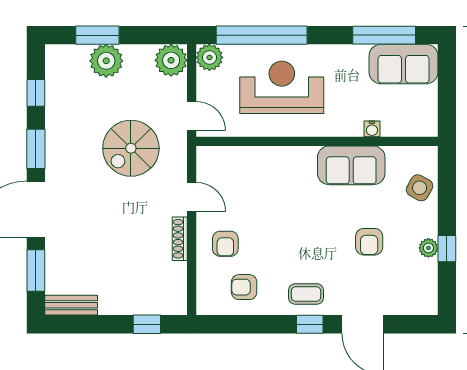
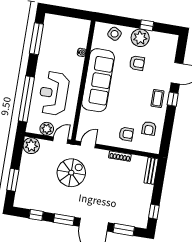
plant: (209, 57) -> (47, 129), moved
plant: (106, 61) -> (26, 178), removed
sofa: (404, 64) -> (52, 32), removed
spiral stairs: (131, 148) -> (71, 173), turned -90
sofa: (351, 165) -> (98, 80), width x1.85, depth x1.27
door: (192, 197) -> (88, 145), moved
plant: (428, 248) -> (140, 38), width x1.88, depth x1.88
bench: (71, 305) -> (151, 171), moved
window: (147, 324) -> (154, 212), moved

